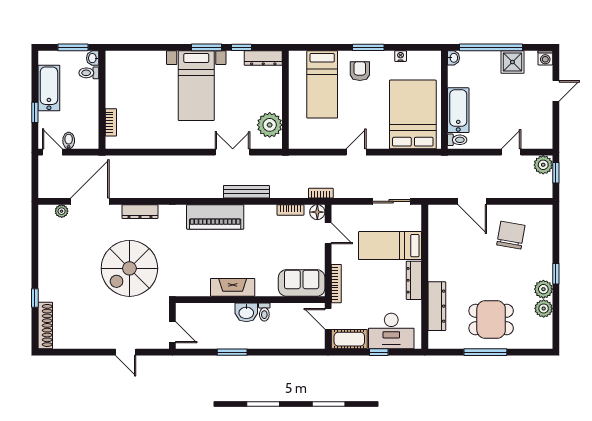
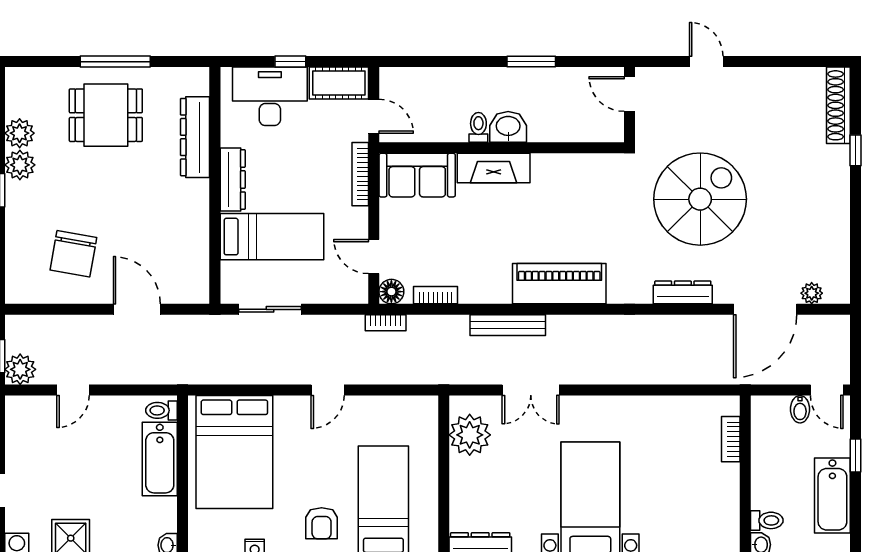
fireplace: (233, 287) -> (494, 168), moved

